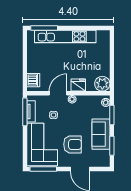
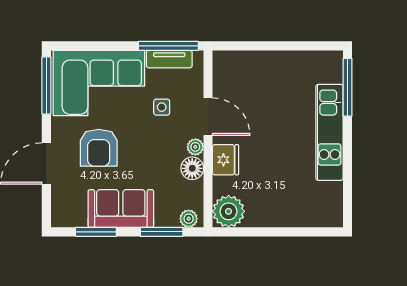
kitchen unit: (65, 36) -> (330, 132), width x0.73
dishwasher: (33, 80) -> (236, 64), removed
floor lamp: (82, 101) -> (192, 168), added

